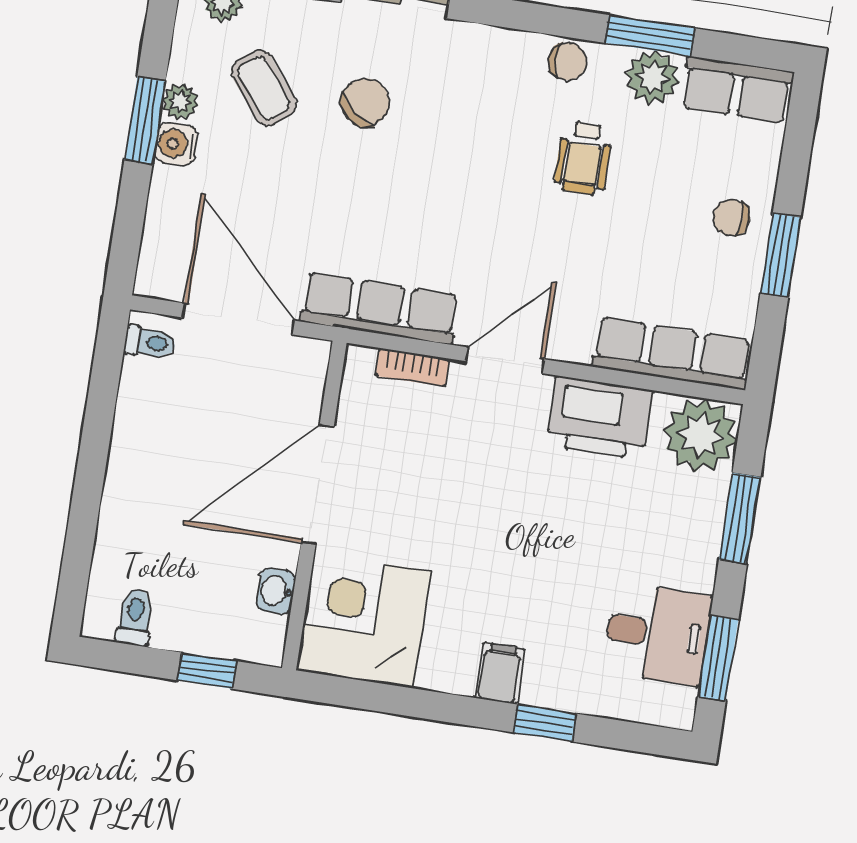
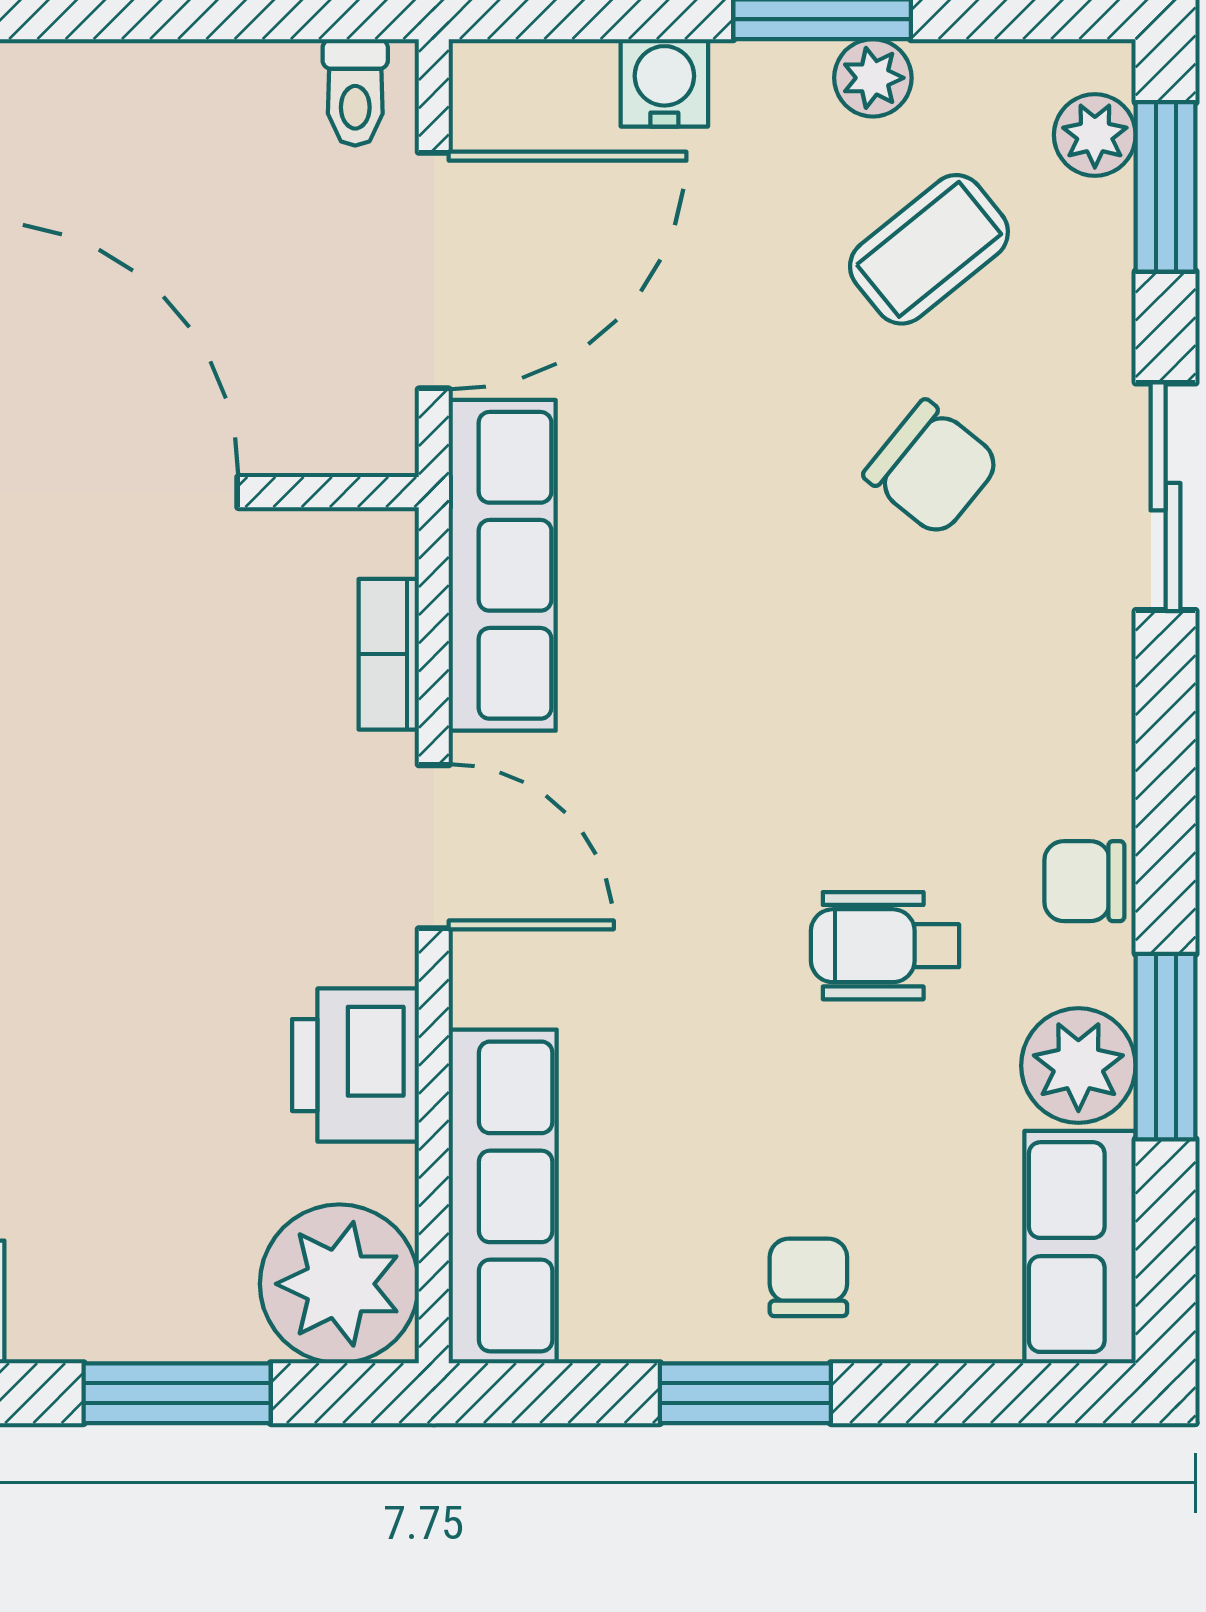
chair: (568, 61) -> (1084, 881), turned 90
water cooler: (176, 144) -> (664, 83), moved
printer: (600, 418) -> (355, 1065), width x0.73, depth x0.84

